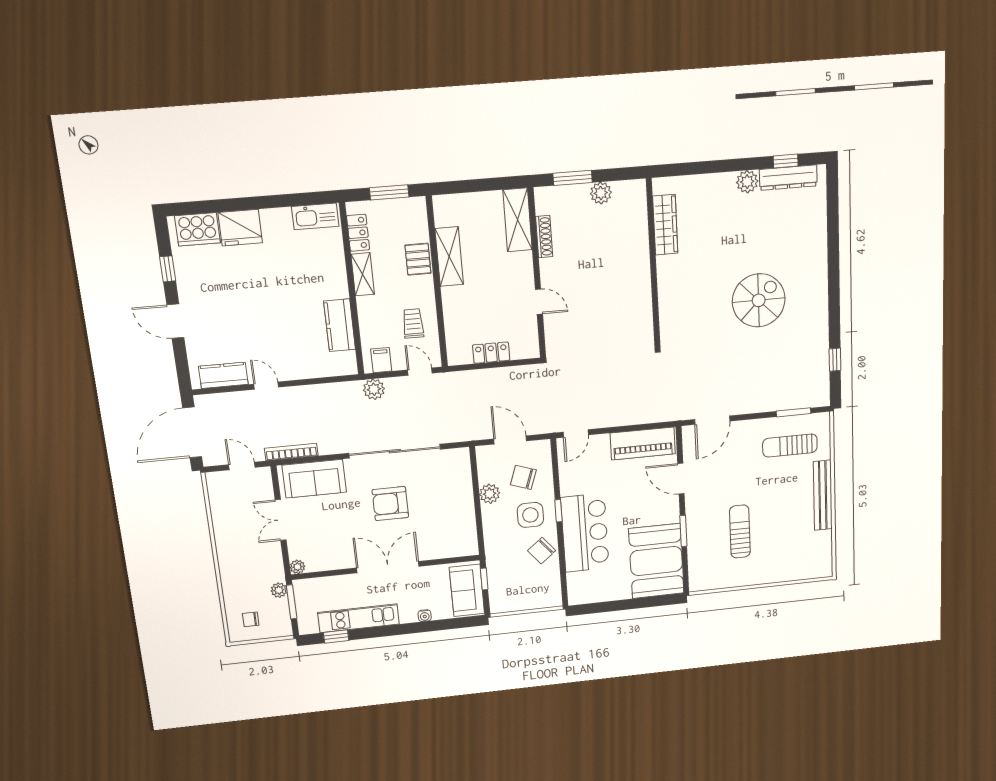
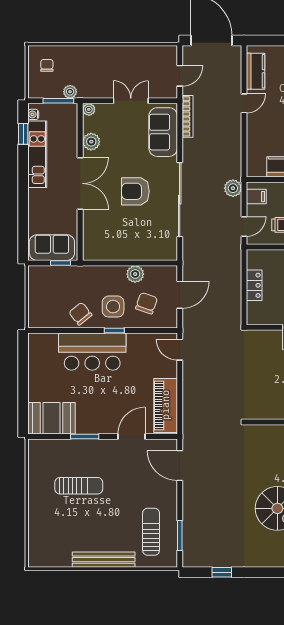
armchair: (390, 504) -> (135, 191), turned -90
plant: (336, 560) -> (91, 142), added
booth: (656, 561) -> (52, 418), width x0.73, depth x0.70
water cooler: (425, 616) -> (33, 114), moved

